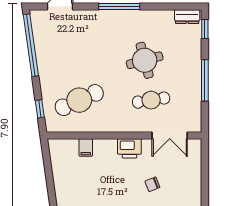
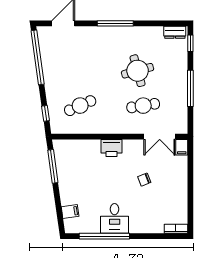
cafe table: (79, 100) -> (80, 106), width x0.73, depth x0.74
filing cabinet: (86, 147) -> (182, 147), moved
printer: (129, 148) -> (112, 148), moved
window: (48, 169) -> (53, 166), added

